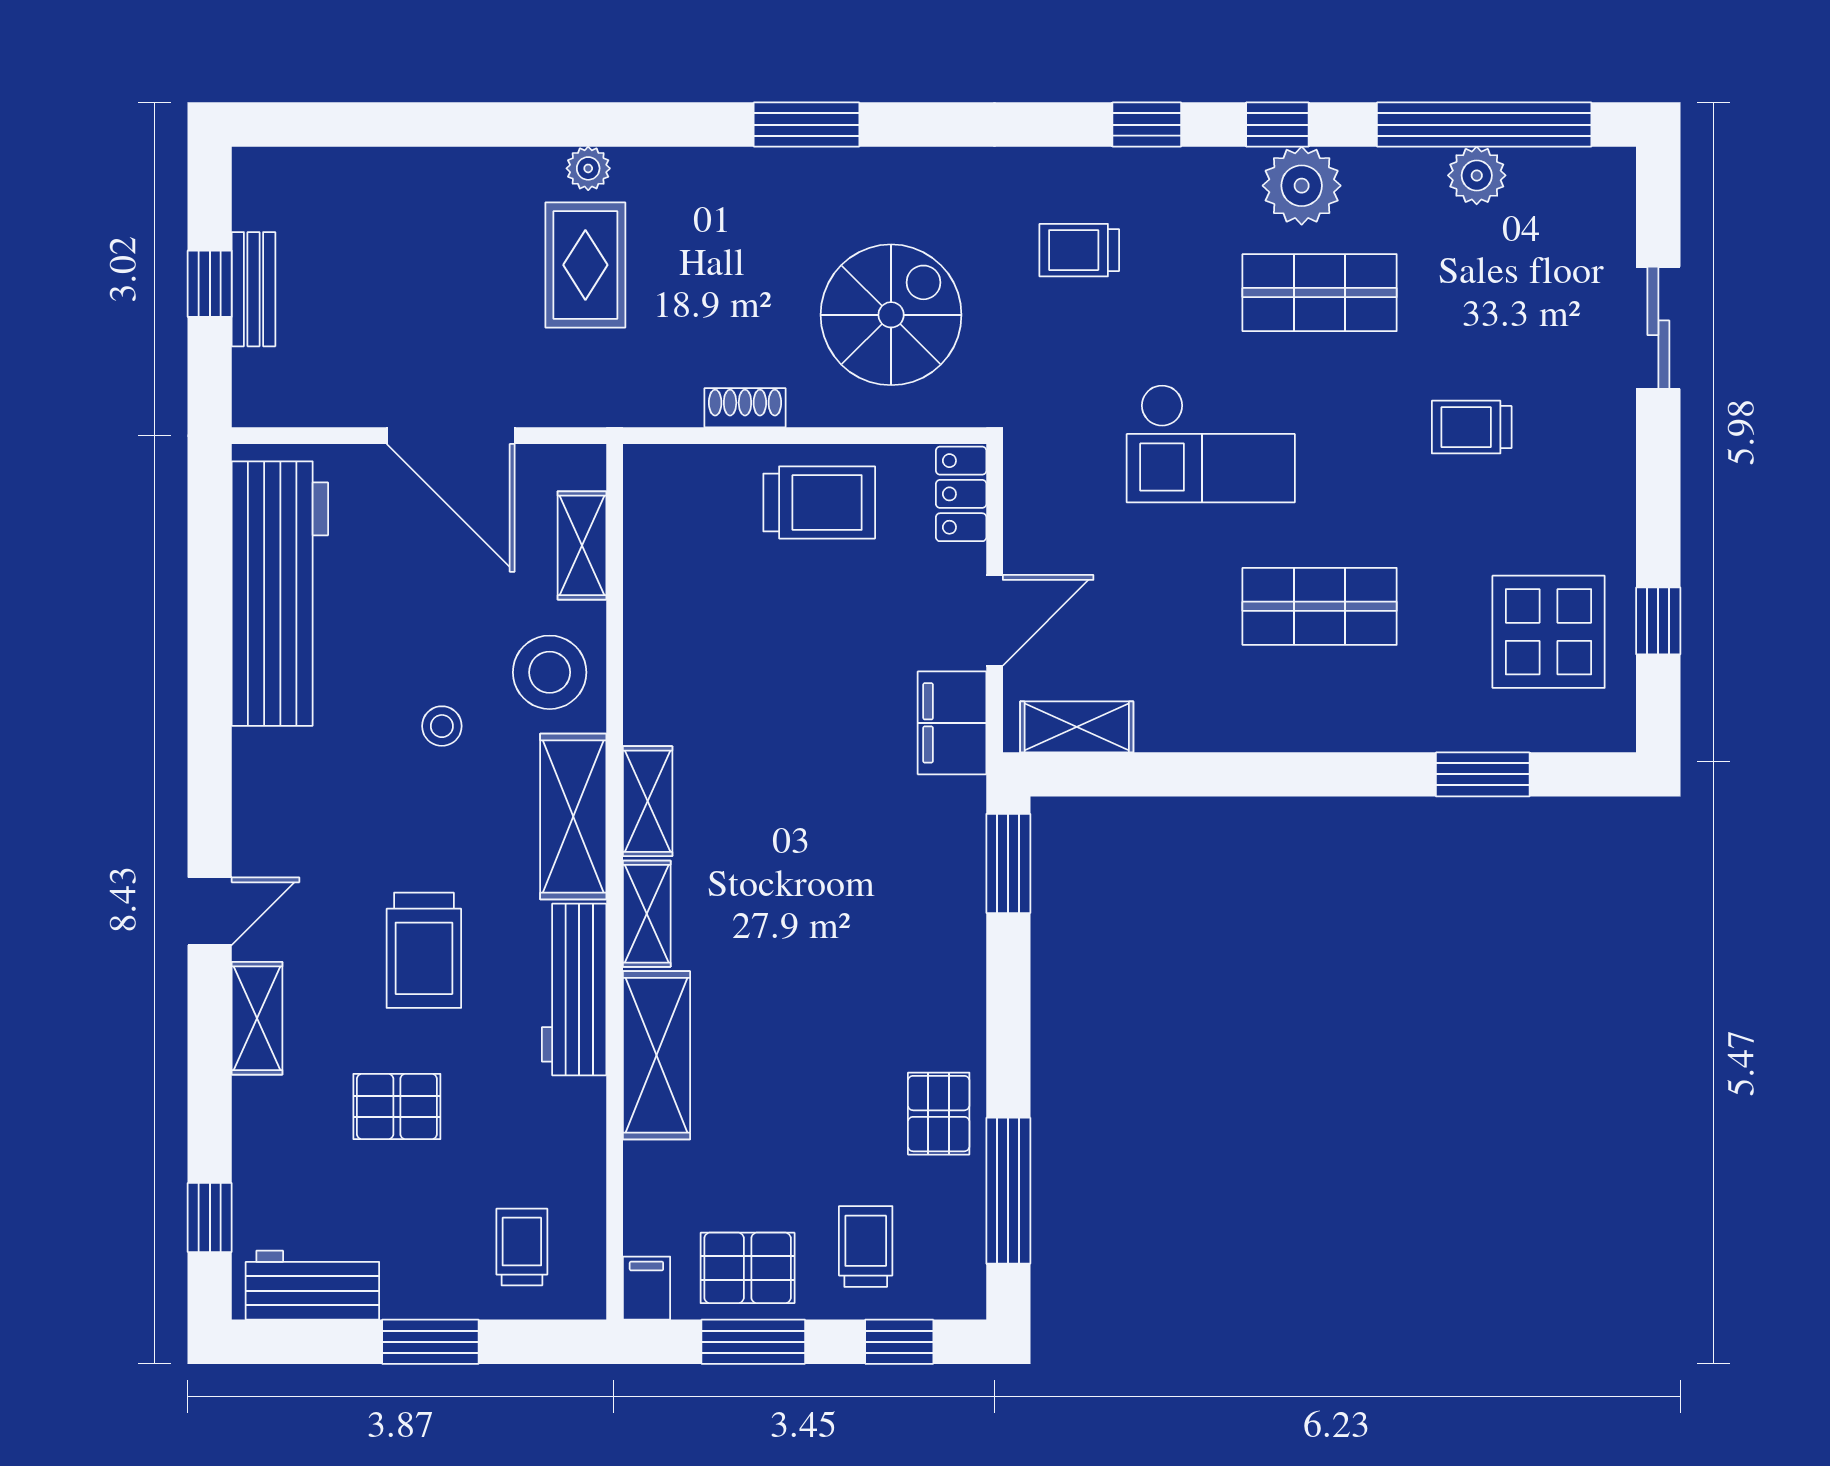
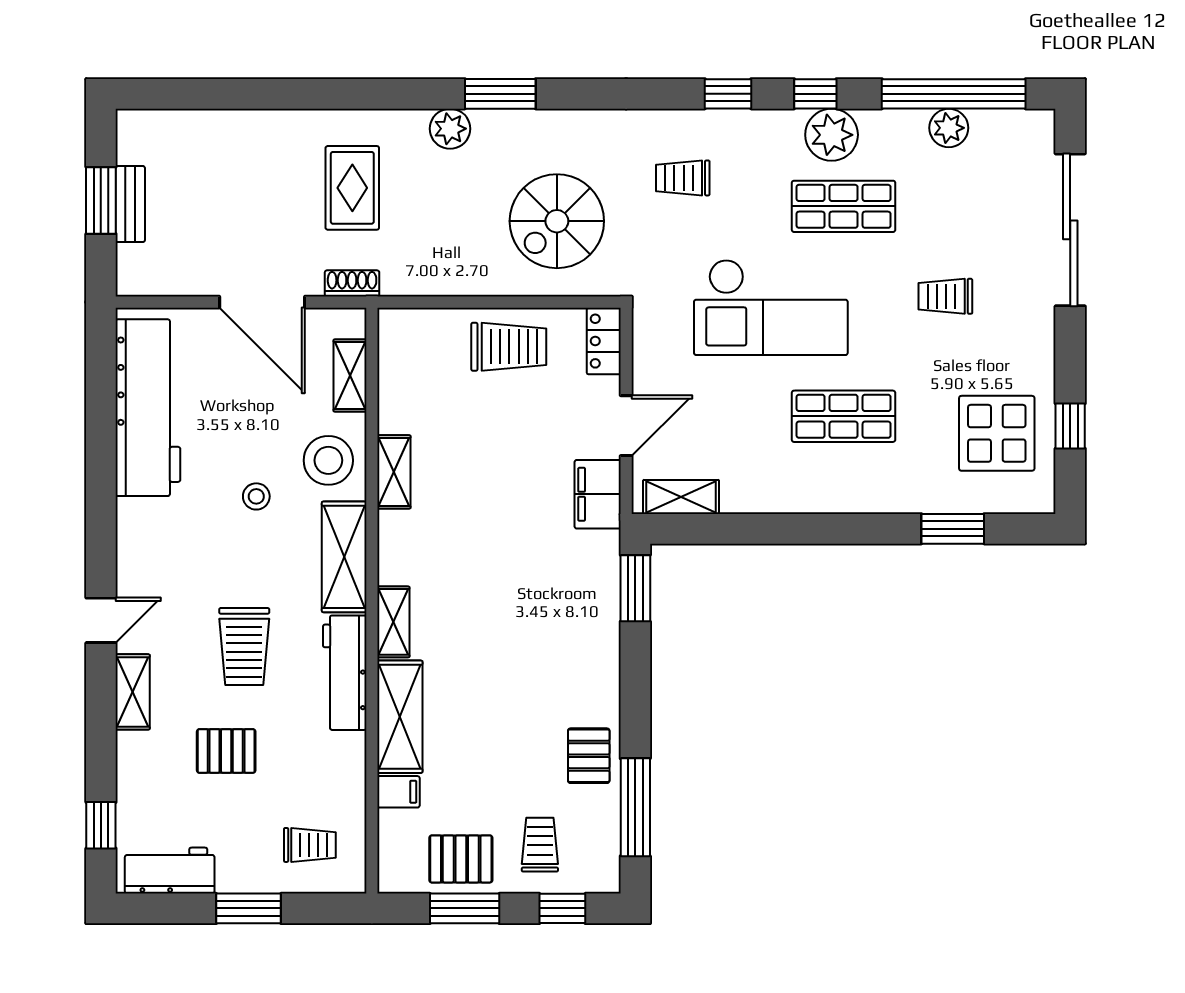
plant: (588, 168) -> (450, 129), moved, width x1.38, depth x1.38
window: (210, 284) -> (101, 200), width x1.50
spiral stairs: (891, 315) -> (557, 221), turned 180
sliding door: (1658, 328) -> (1070, 230), width x1.86
shoe rack: (745, 408) -> (352, 283), moved
checkout: (1211, 443) -> (771, 307), width x1.36, depth x1.21
shelving: (648, 801) -> (394, 472), moved
trolley: (522, 1247) -> (310, 845), turned 90
filing cabinet: (646, 1288) -> (398, 792), moved, turned 90

